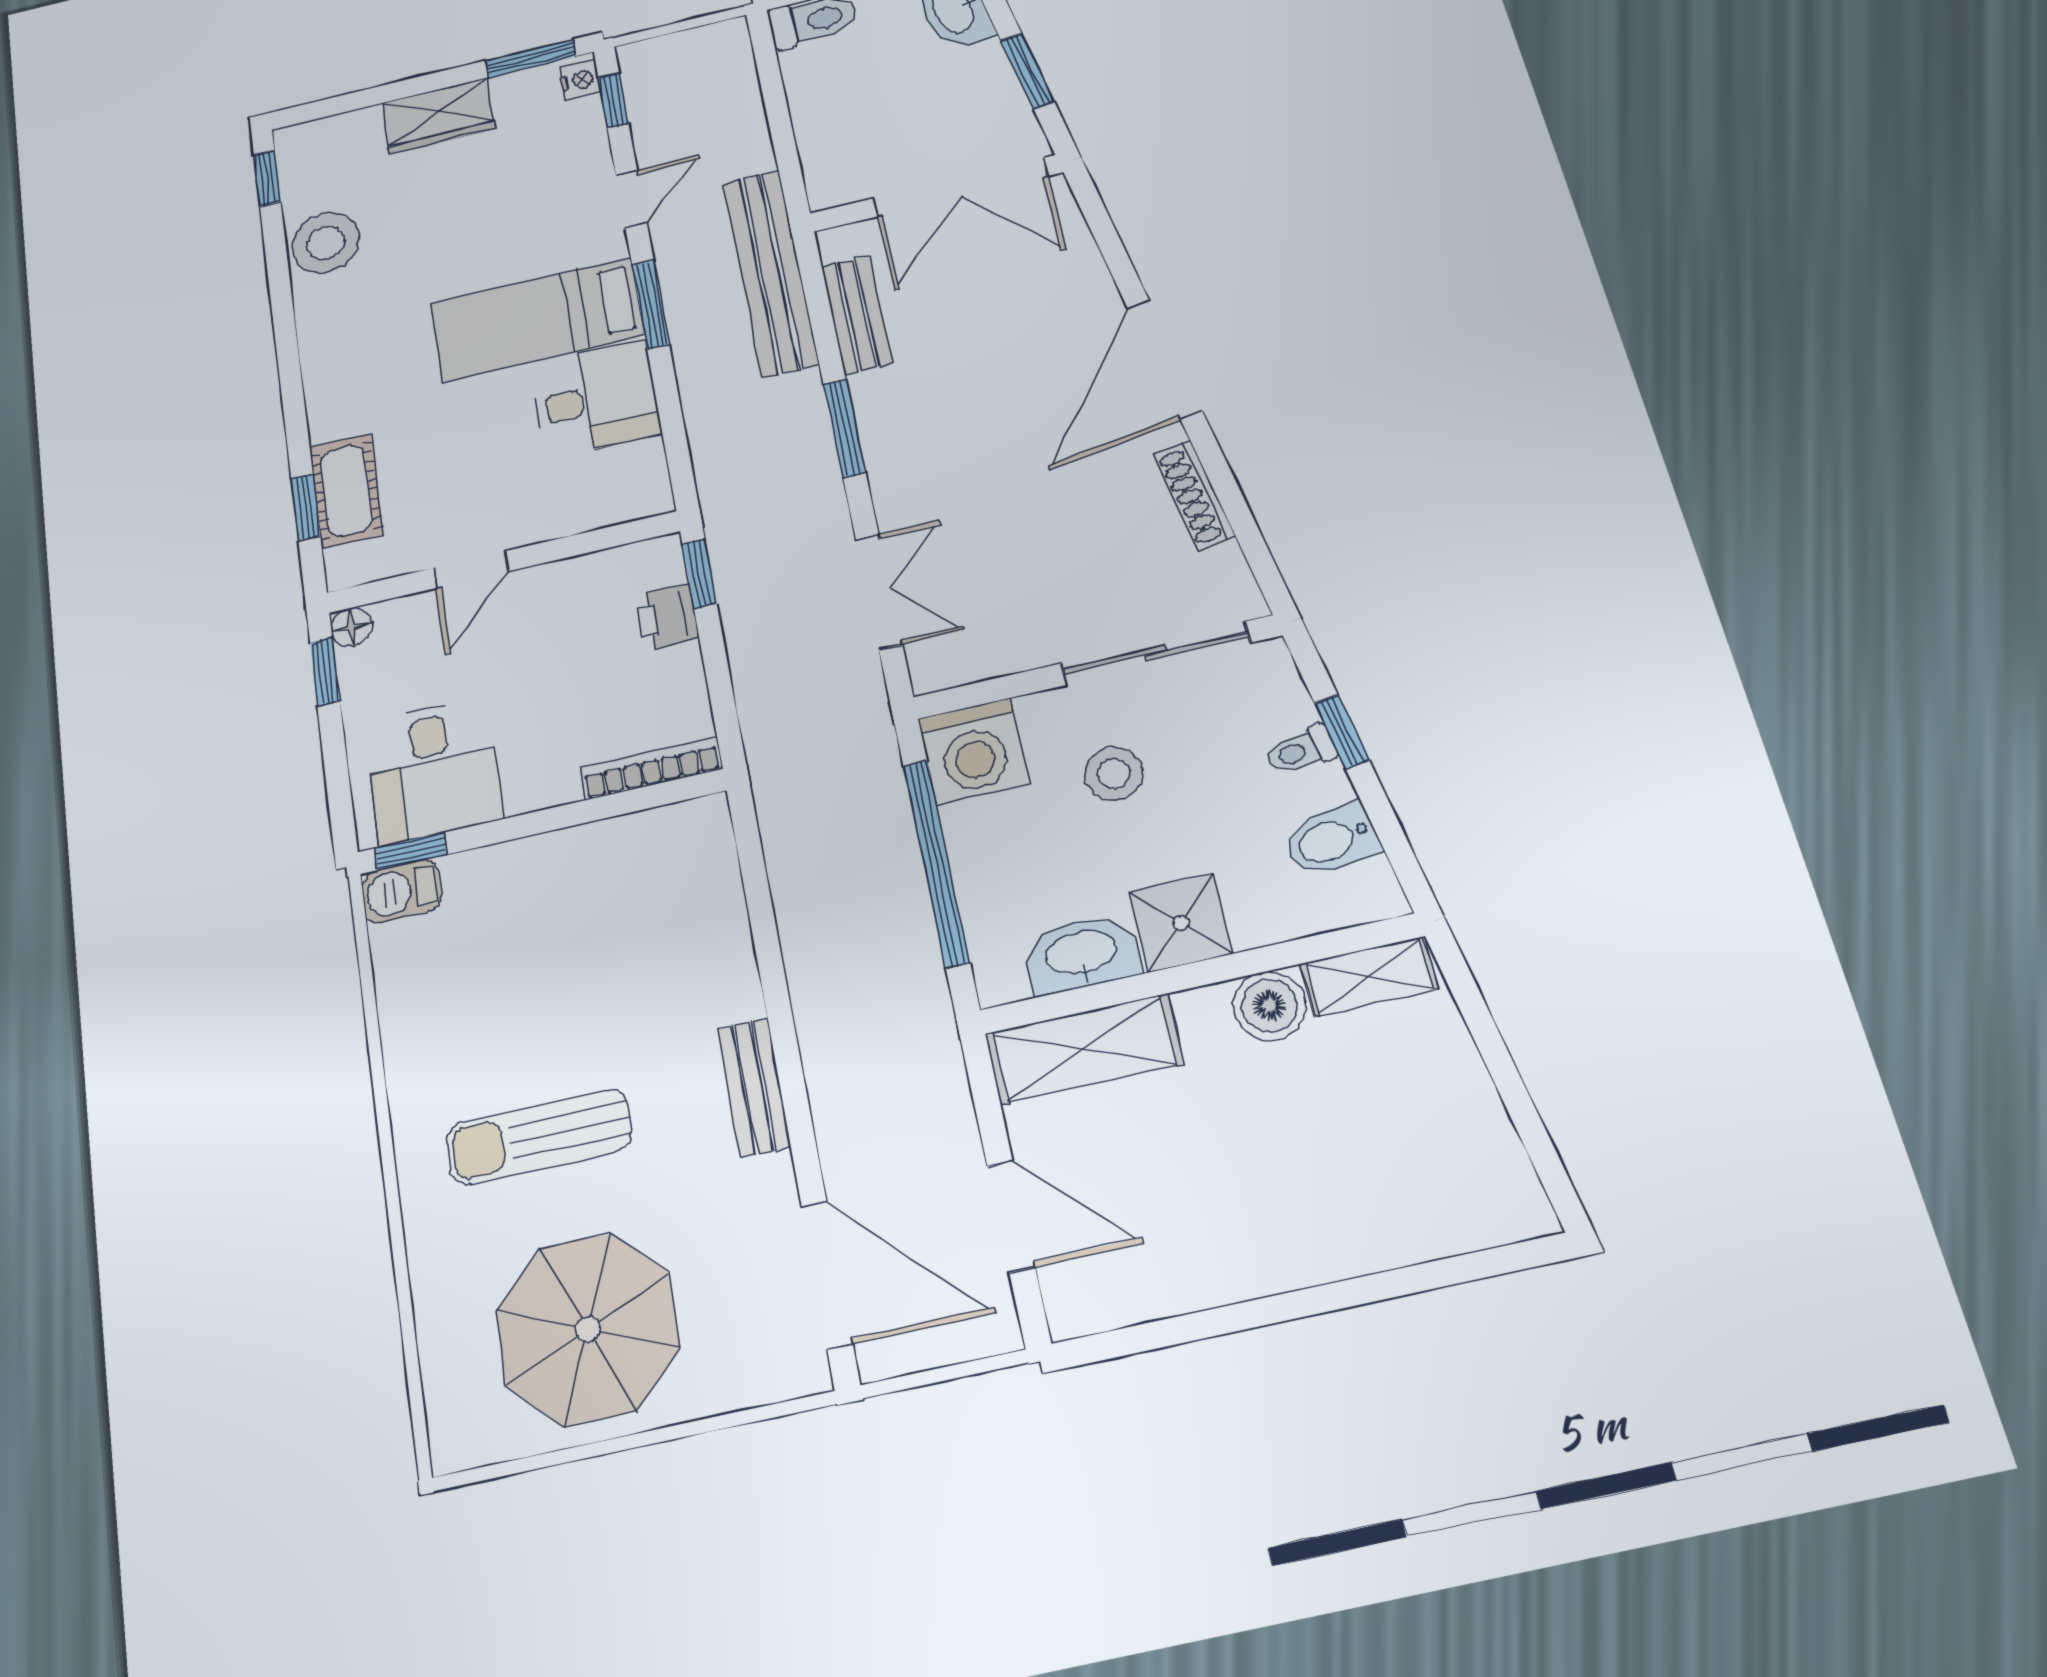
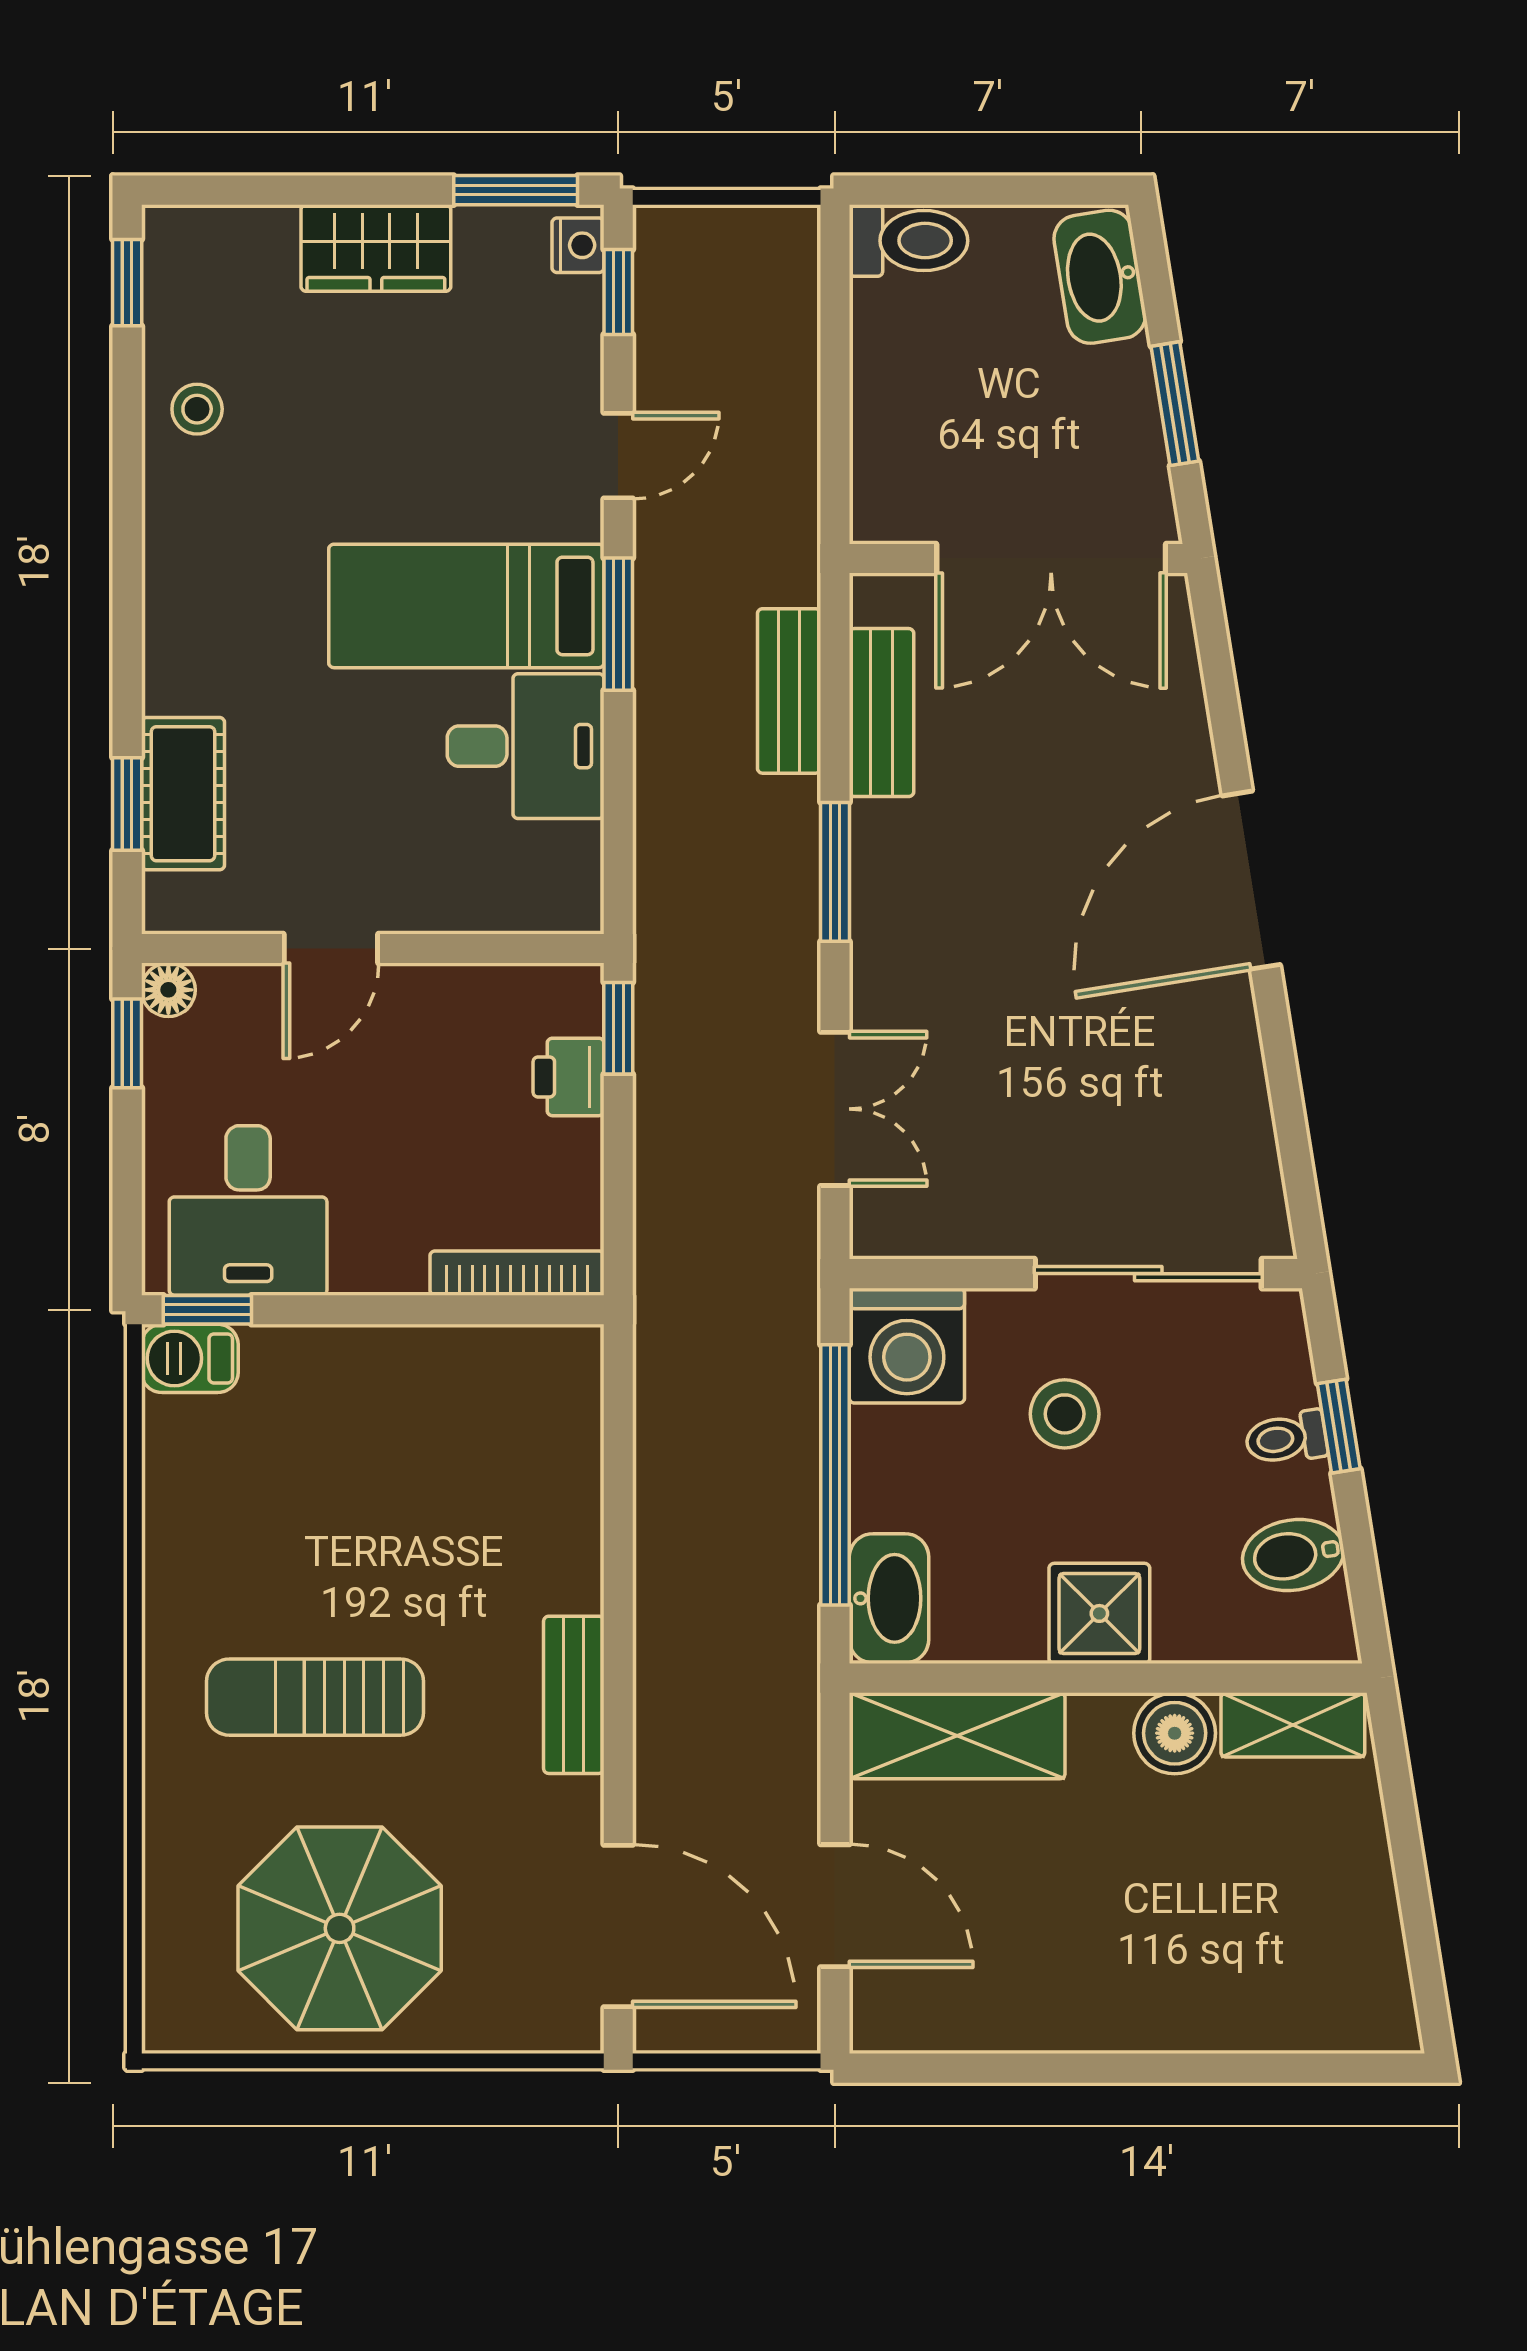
stool: (326, 243) -> (197, 409), width x0.53, depth x0.53
bench: (771, 273) -> (789, 691), width x0.54, depth x0.82
shoe rack: (1194, 495) -> (1243, 1077), removed
washbasin: (1081, 954) -> (889, 1598), moved, turned 90

